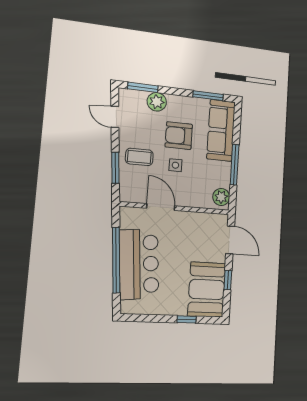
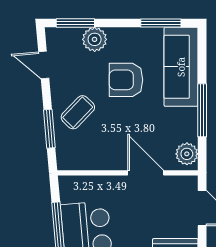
coffee table: (139, 157) -> (78, 112), turned -46
side table: (175, 165) -> (124, 118), removed
door: (161, 207) -> (146, 173), moved

